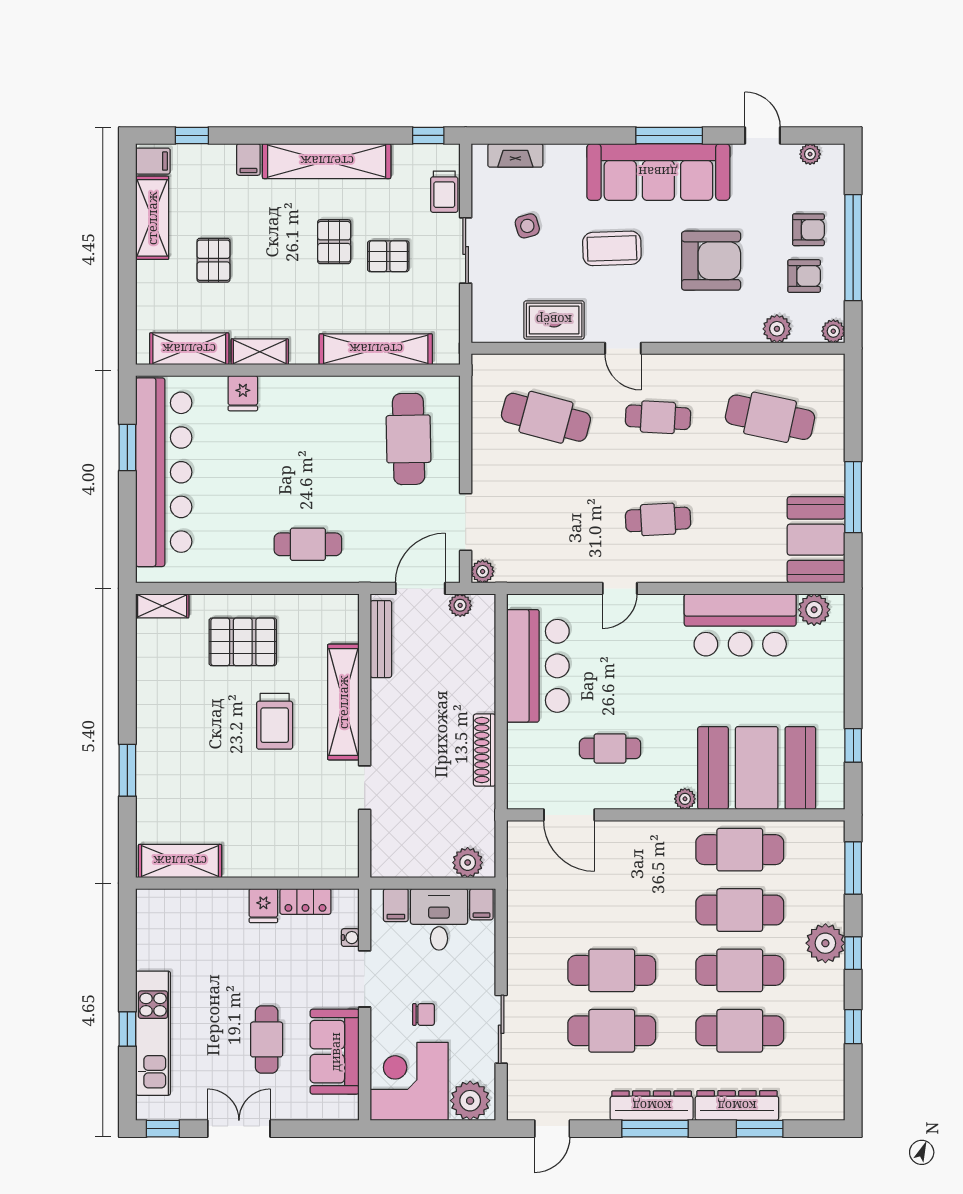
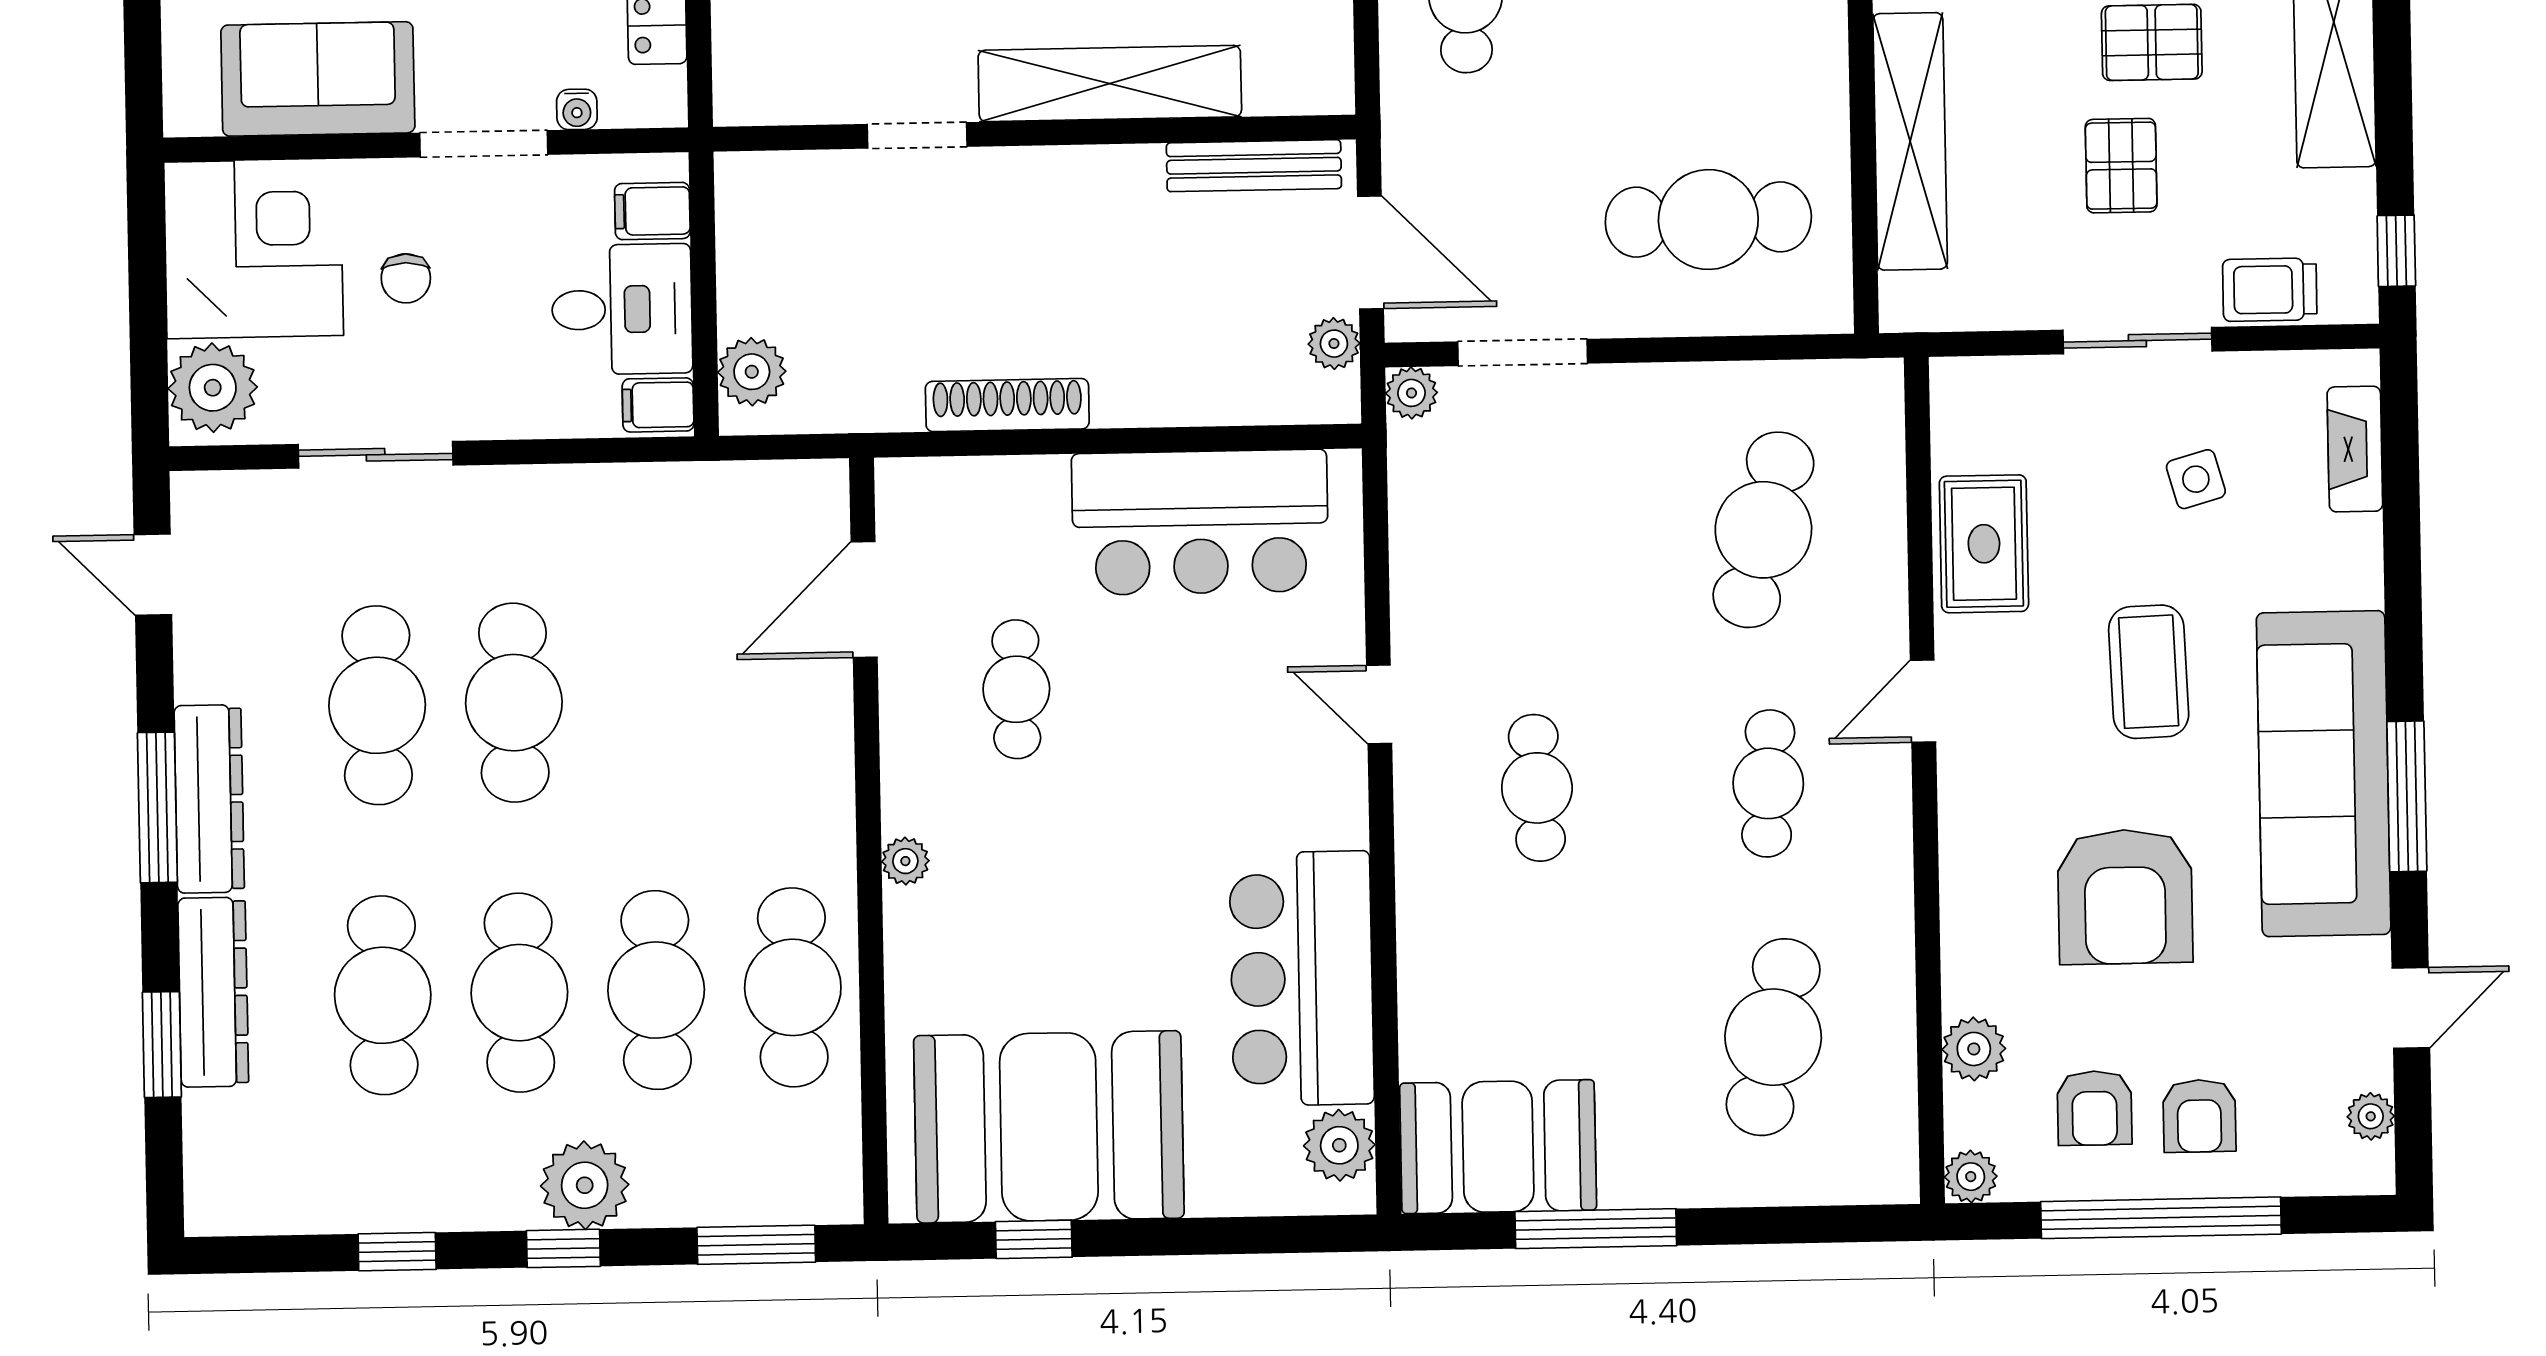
booth: (757, 768) -> (1049, 1127), moved, turned 90

